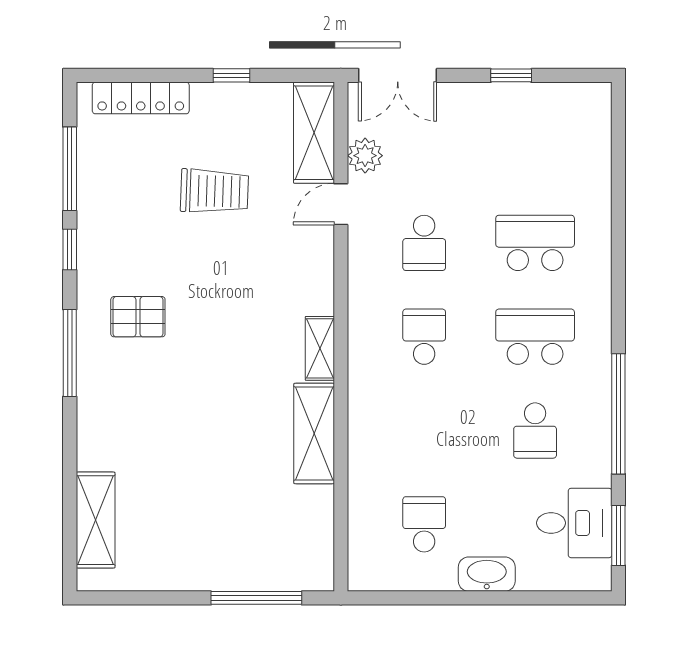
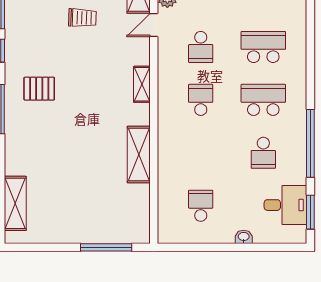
trolley: (214, 191) -> (82, 18), width x0.73, depth x0.72
shelving: (320, 348) -> (142, 84), moved
washbasin: (487, 574) -> (244, 237), width x0.52, depth x0.69

